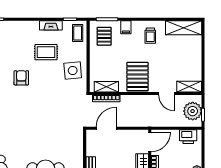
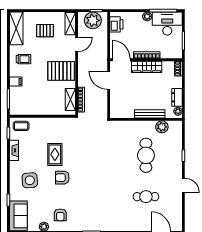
pallet: (104, 36) -> (45, 31), moved
rug: (46, 52) -> (55, 154), moved
side table: (73, 70) -> (30, 180), moved
door: (106, 128) -> (109, 80), moved

